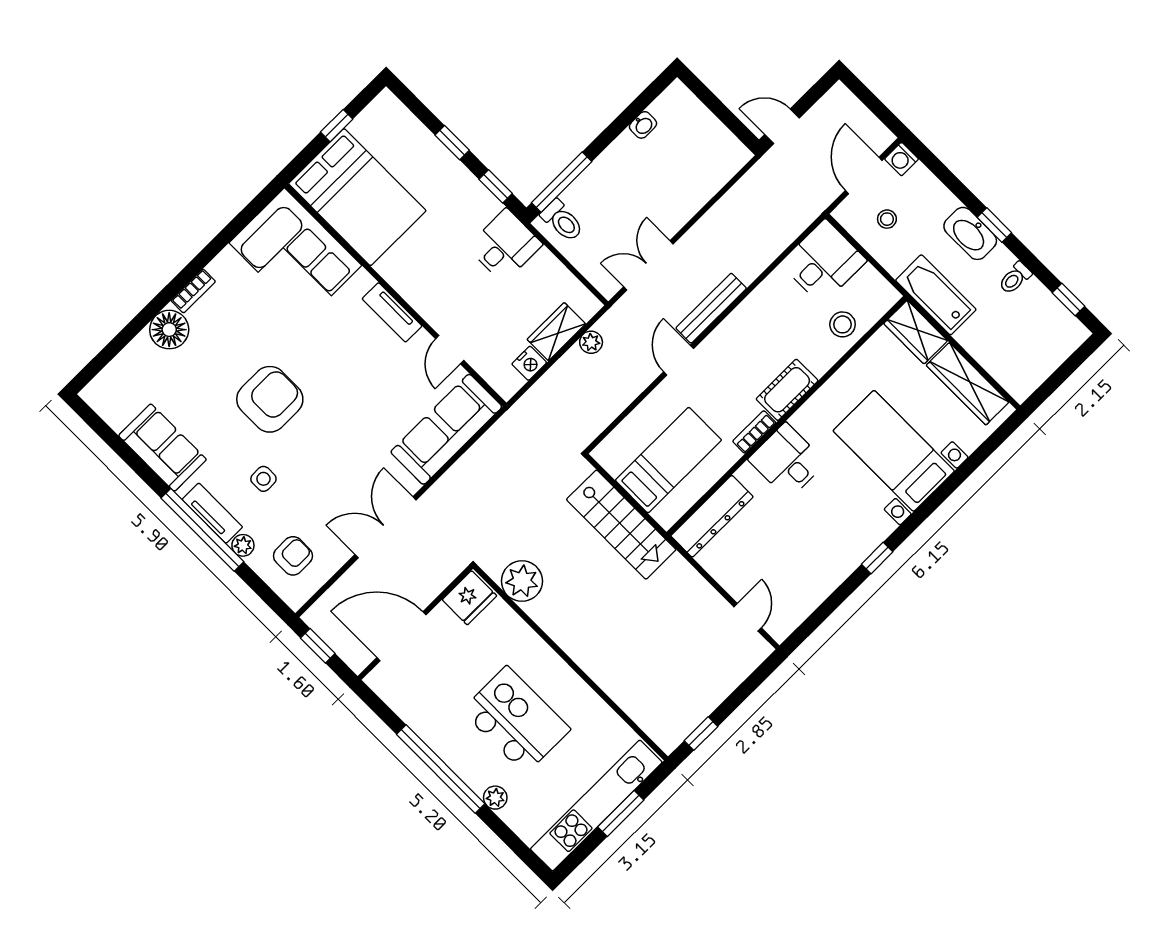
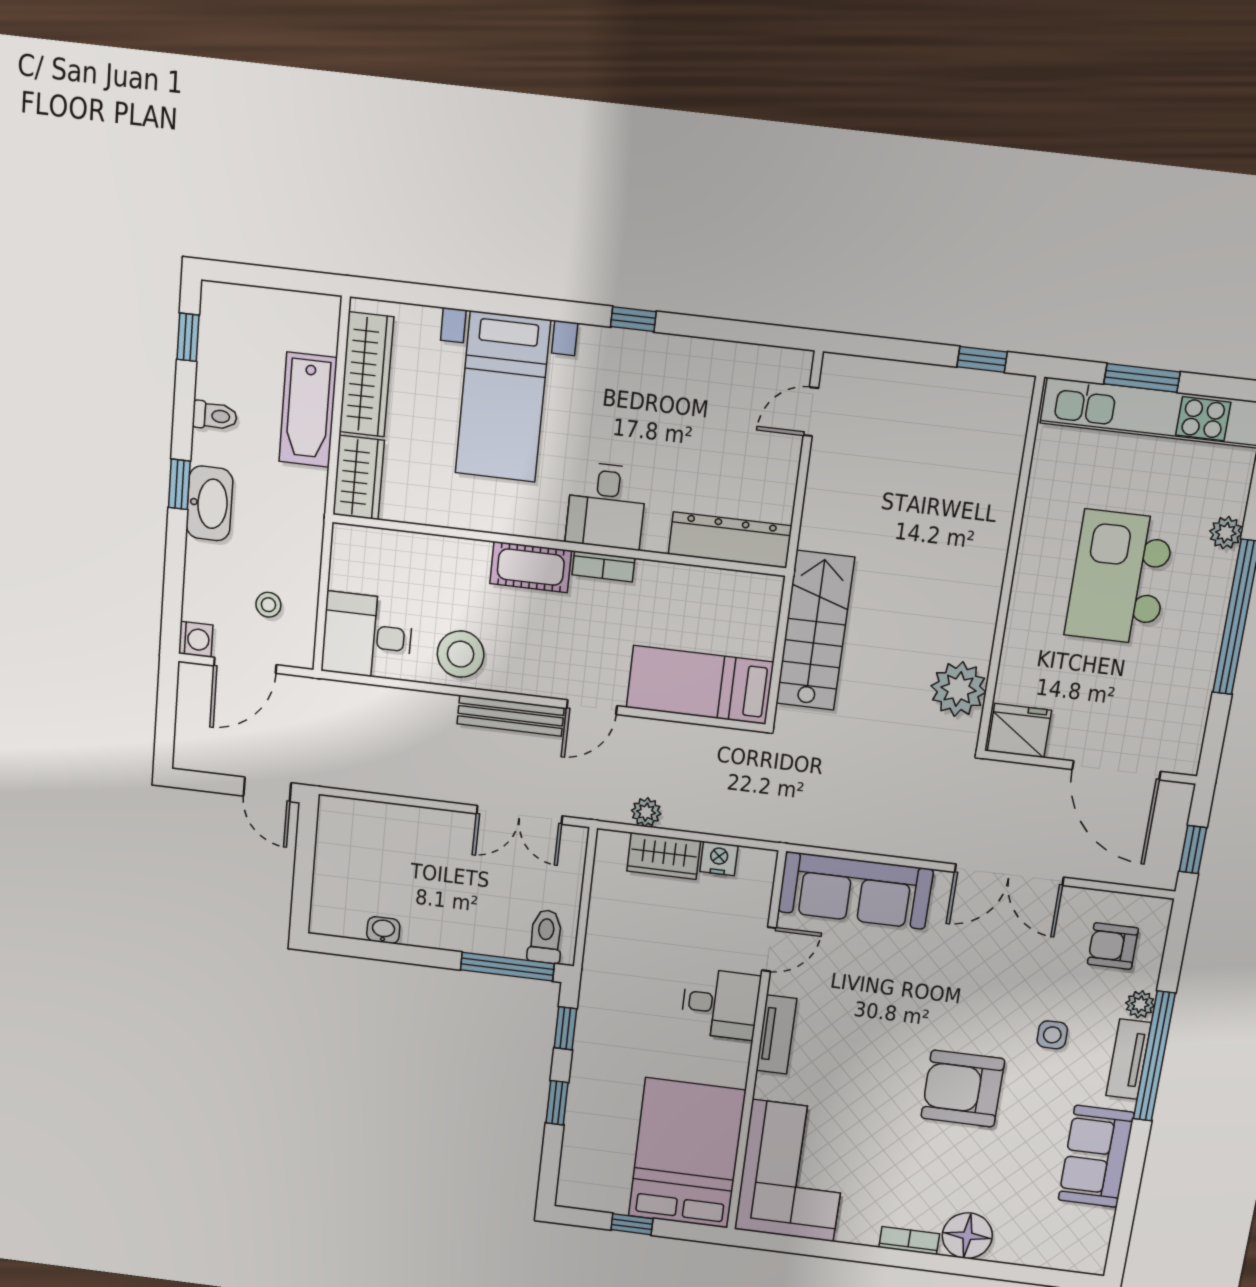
desk: (505, 246) -> (720, 1004), moved, turned 180
bathtub: (936, 295) -> (308, 410), moved
stool: (843, 324) -> (461, 654), moved, width x1.38, depth x1.38
bed: (668, 460) -> (700, 685), moved

